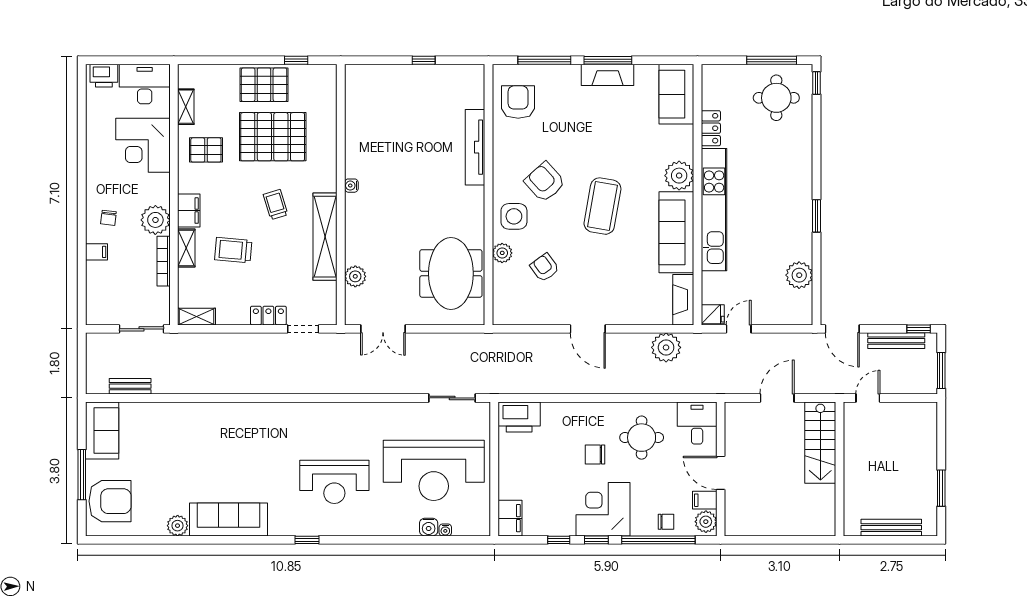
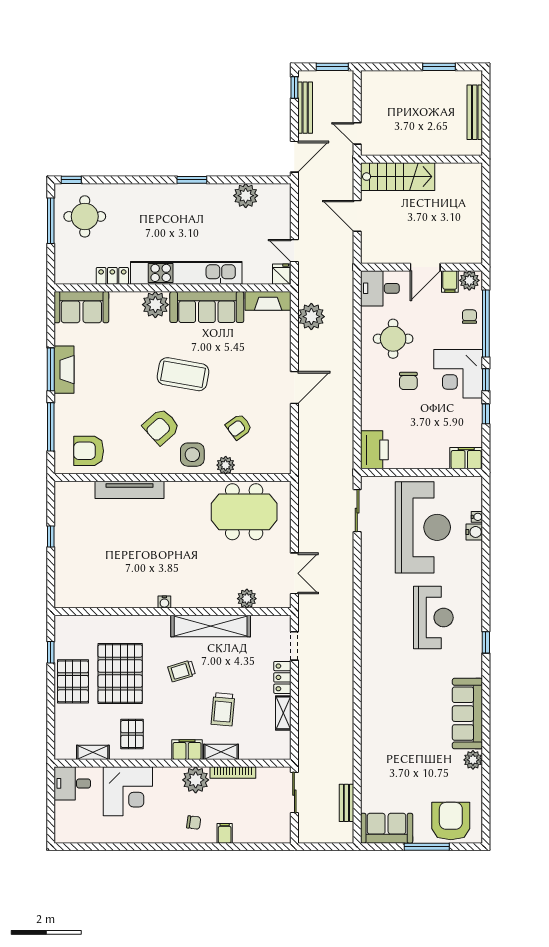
printer: (104, 76) -> (65, 827), removed
desk: (145, 84) -> (72, 783), width x0.73
shelving: (197, 317) -> (283, 713), moved

